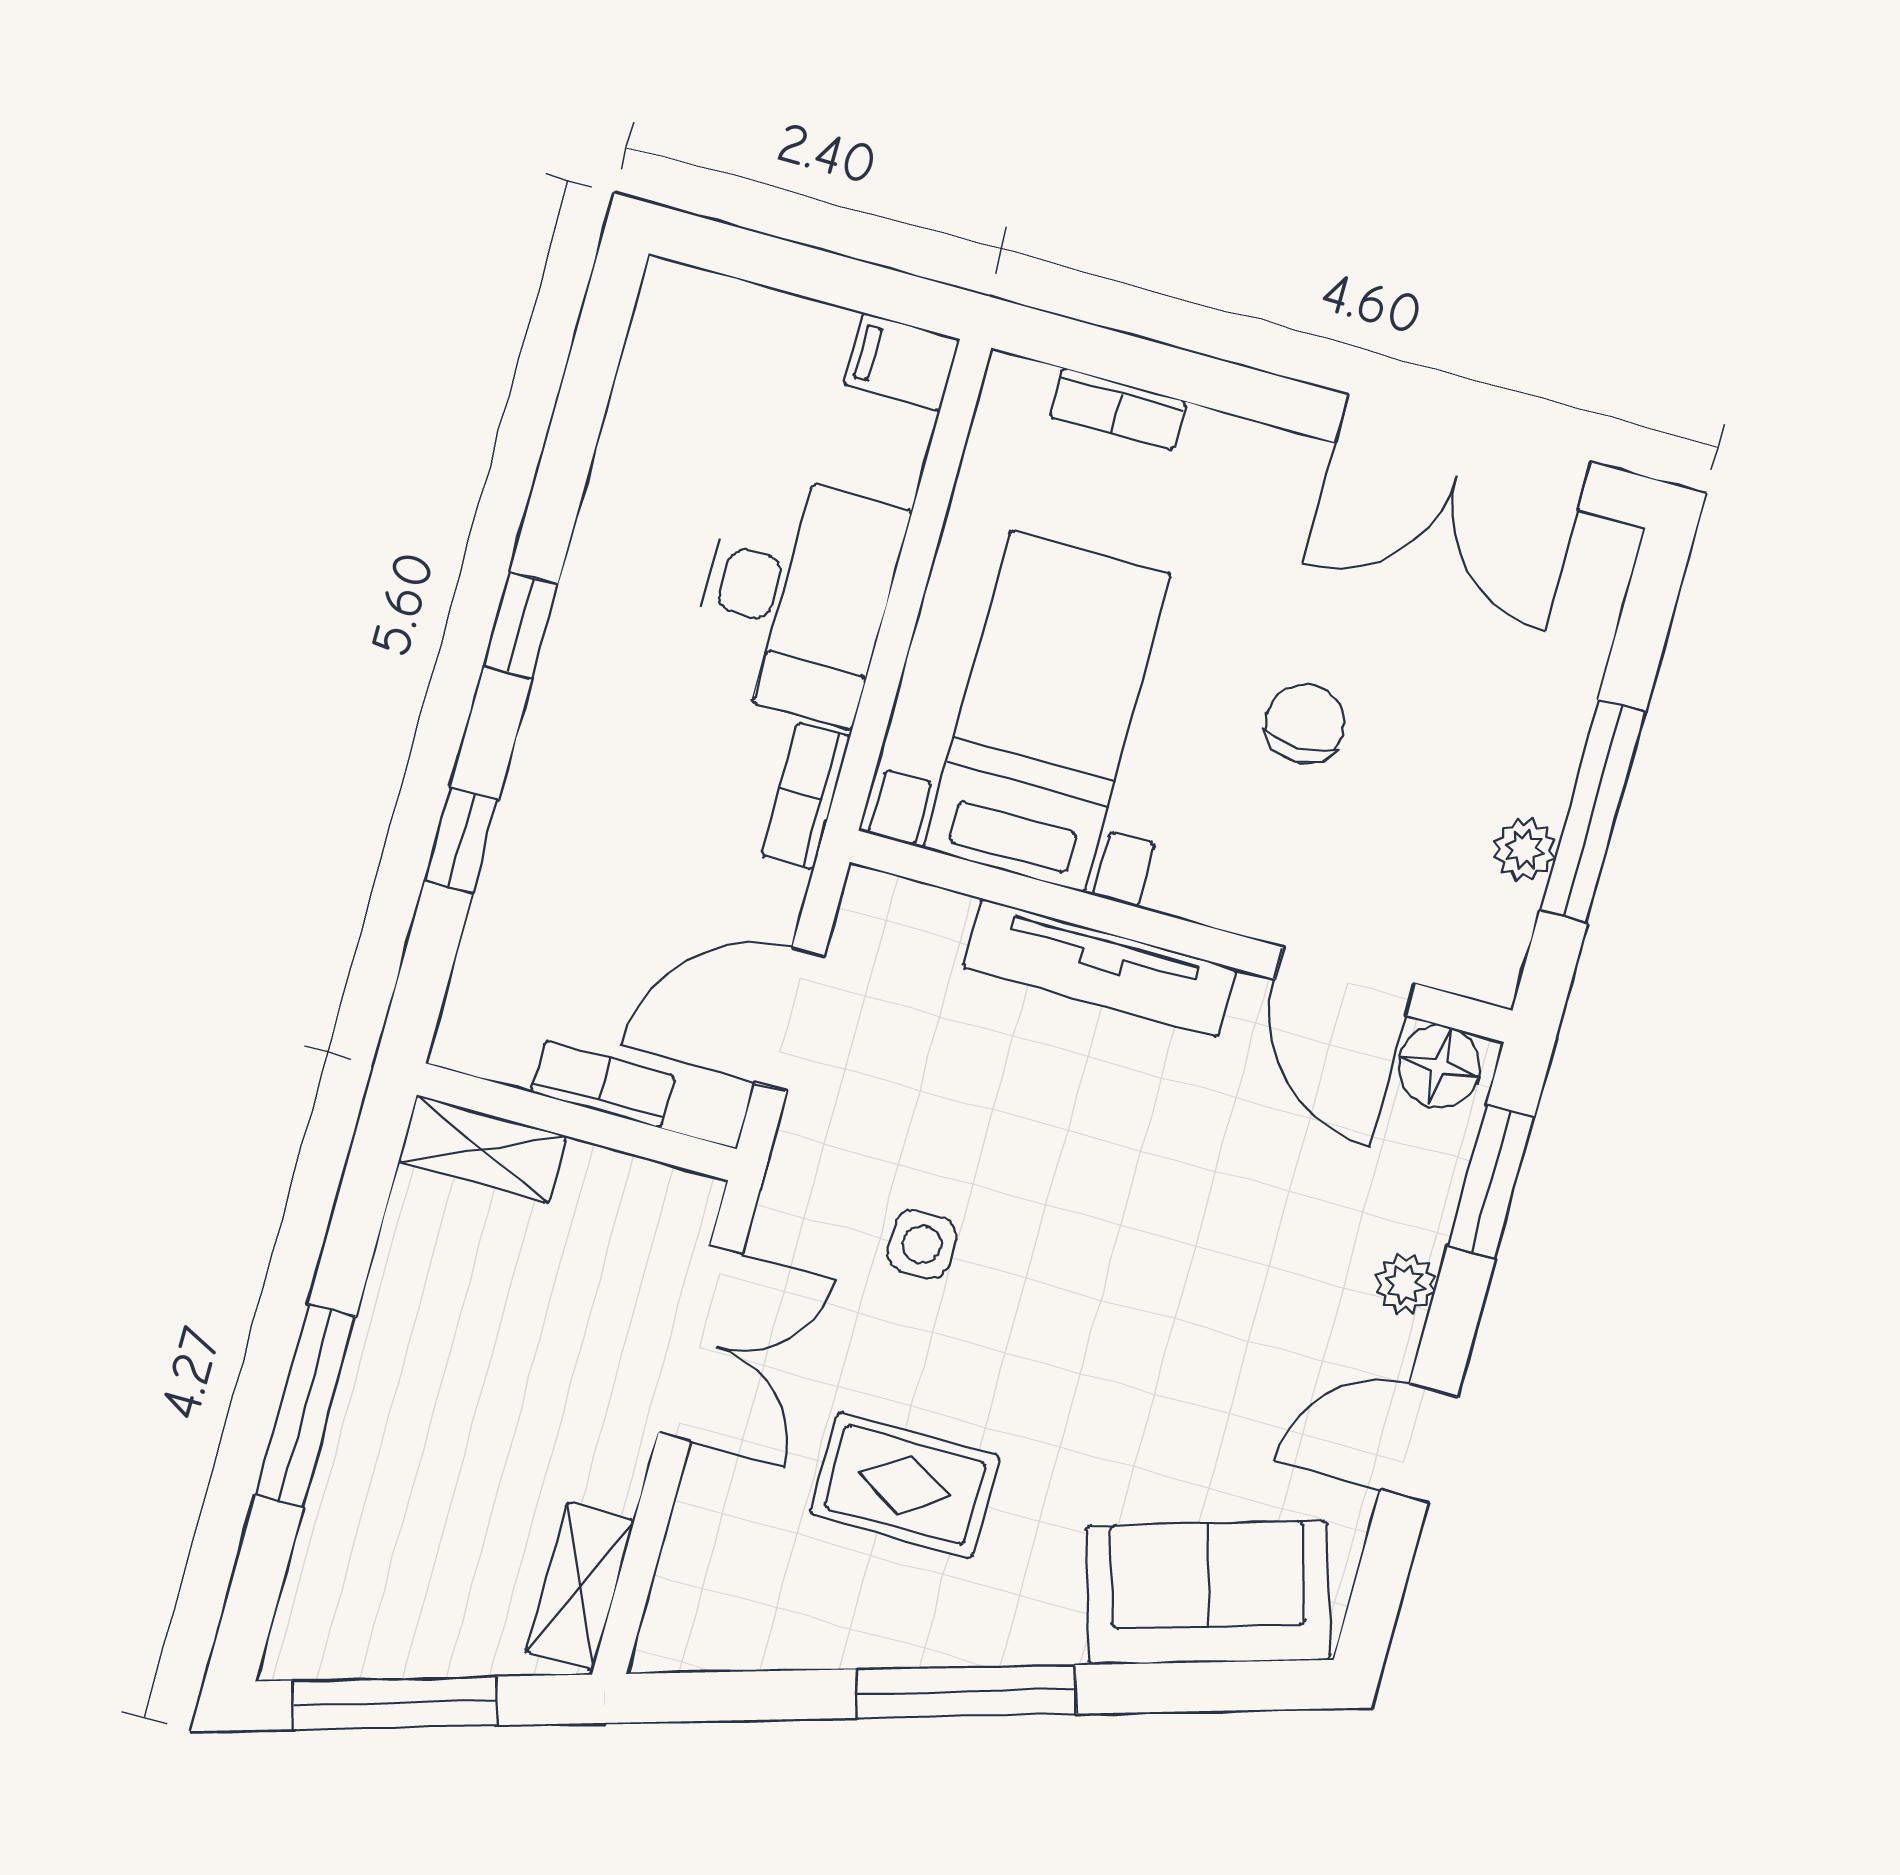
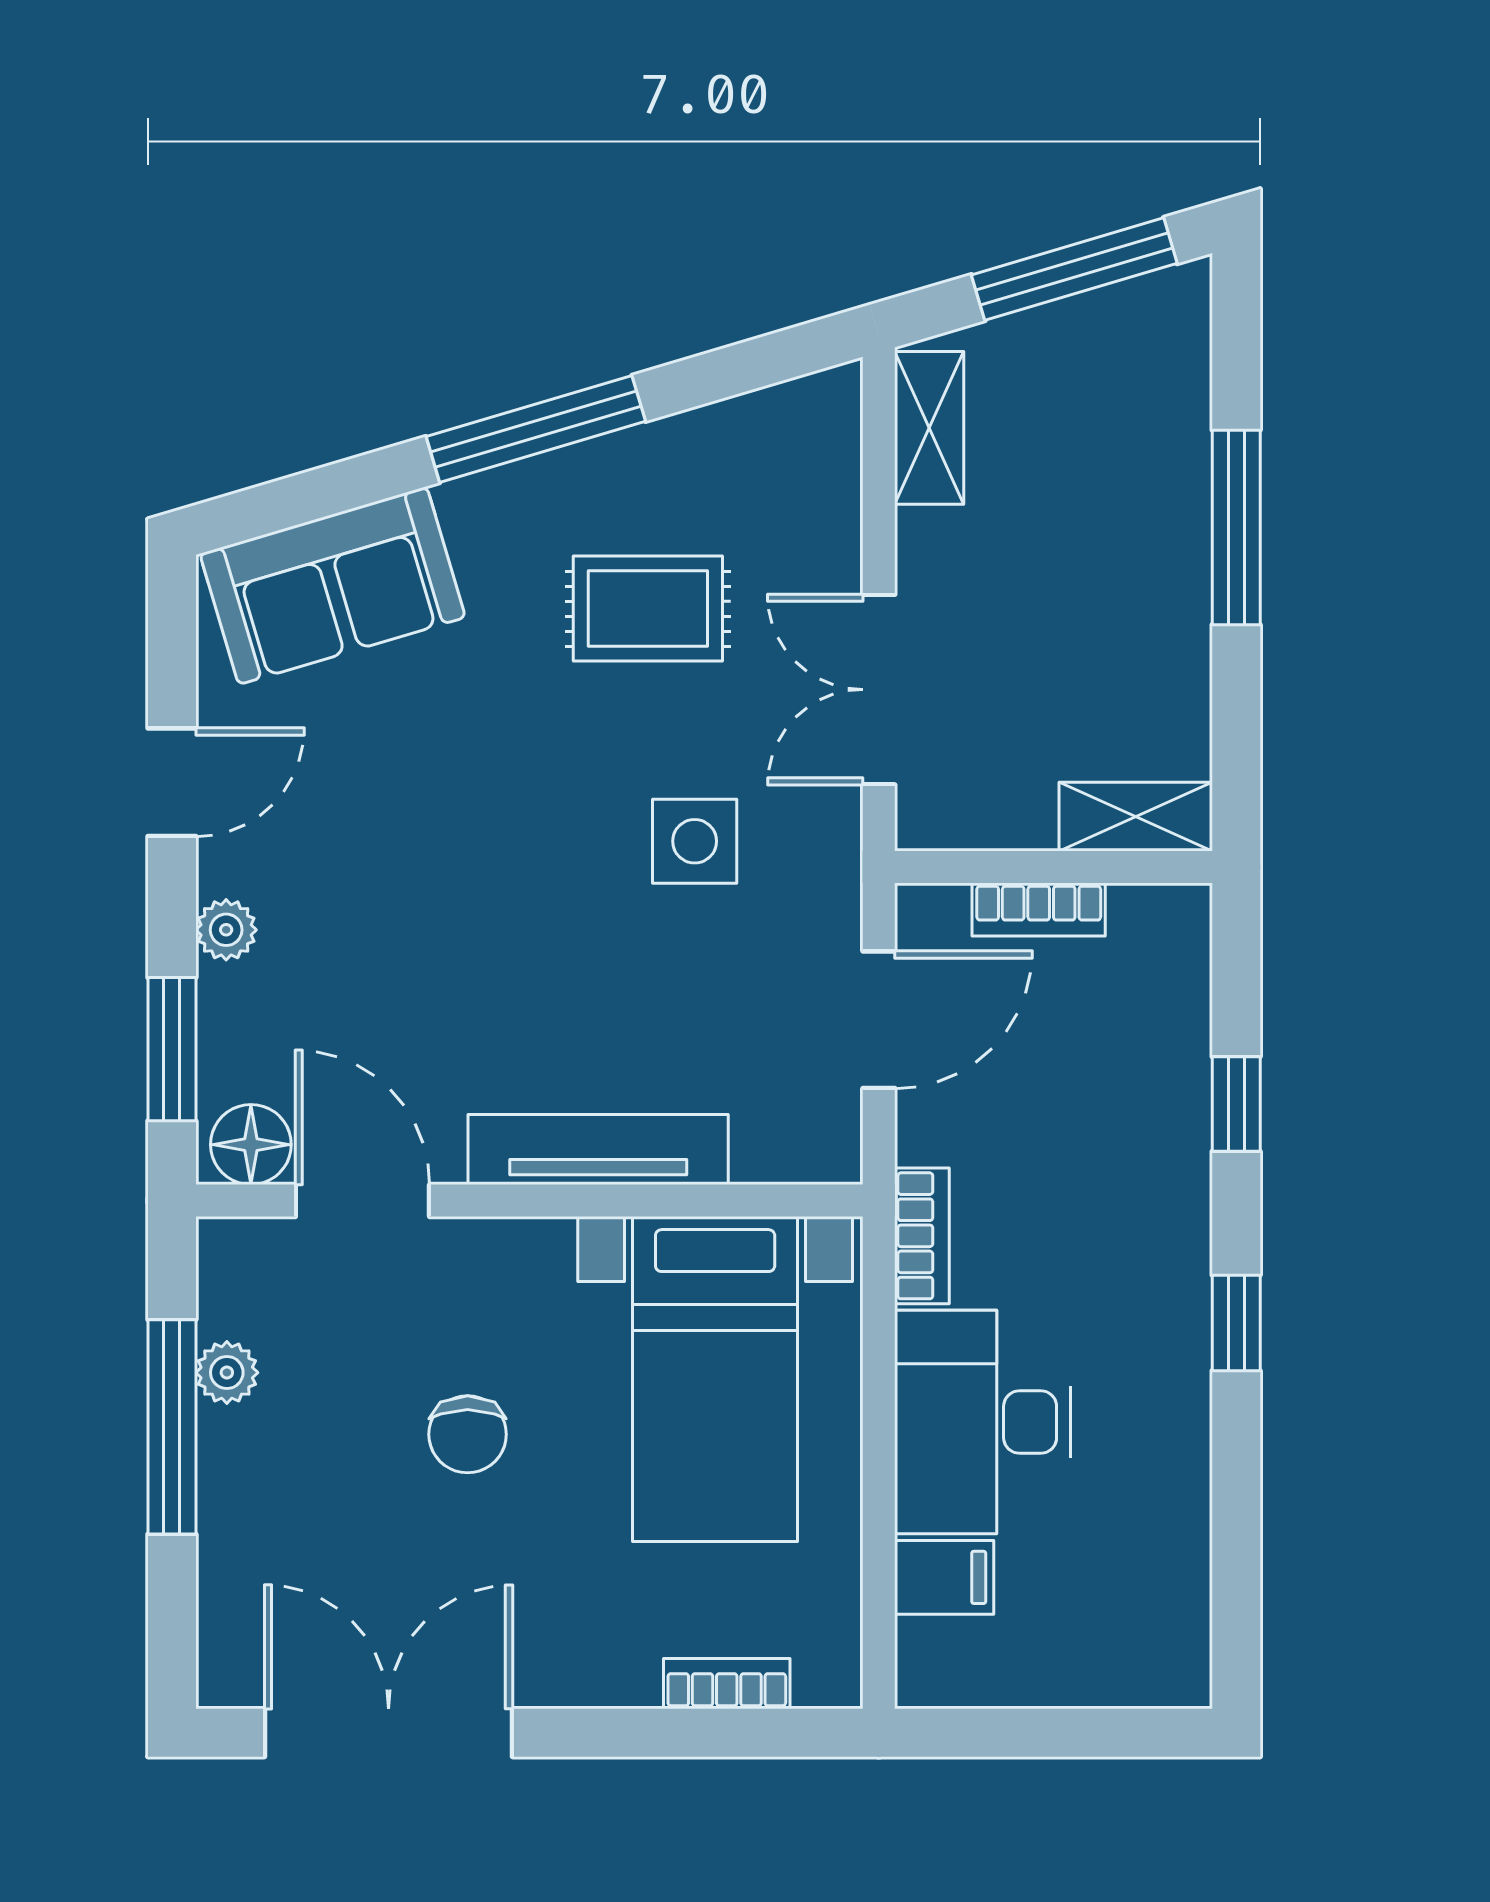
filing cabinet: (902, 362) -> (944, 1577), moved
side table: (922, 1244) -> (695, 841), width x1.37, depth x1.37

